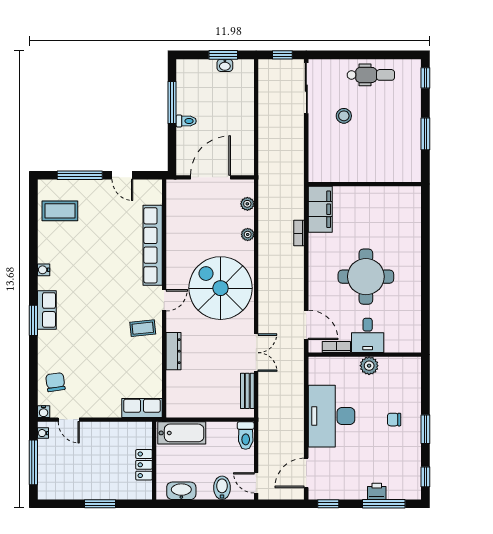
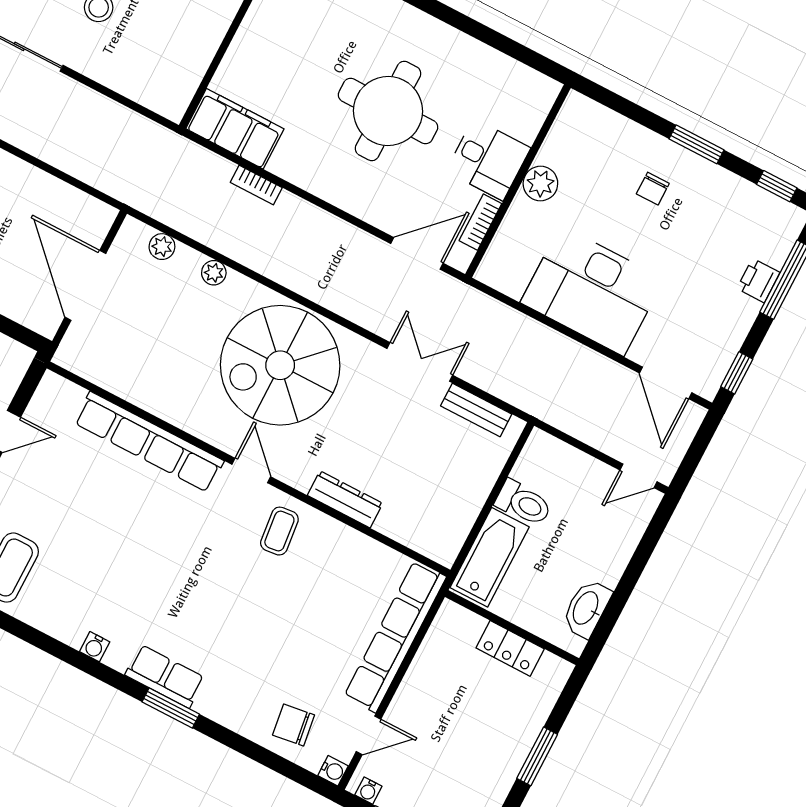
row of seats: (142, 408) -> (395, 637), width x2.02
toilet: (246, 436) -> (523, 503), moved
bidet: (222, 488) -> (617, 537), removed

